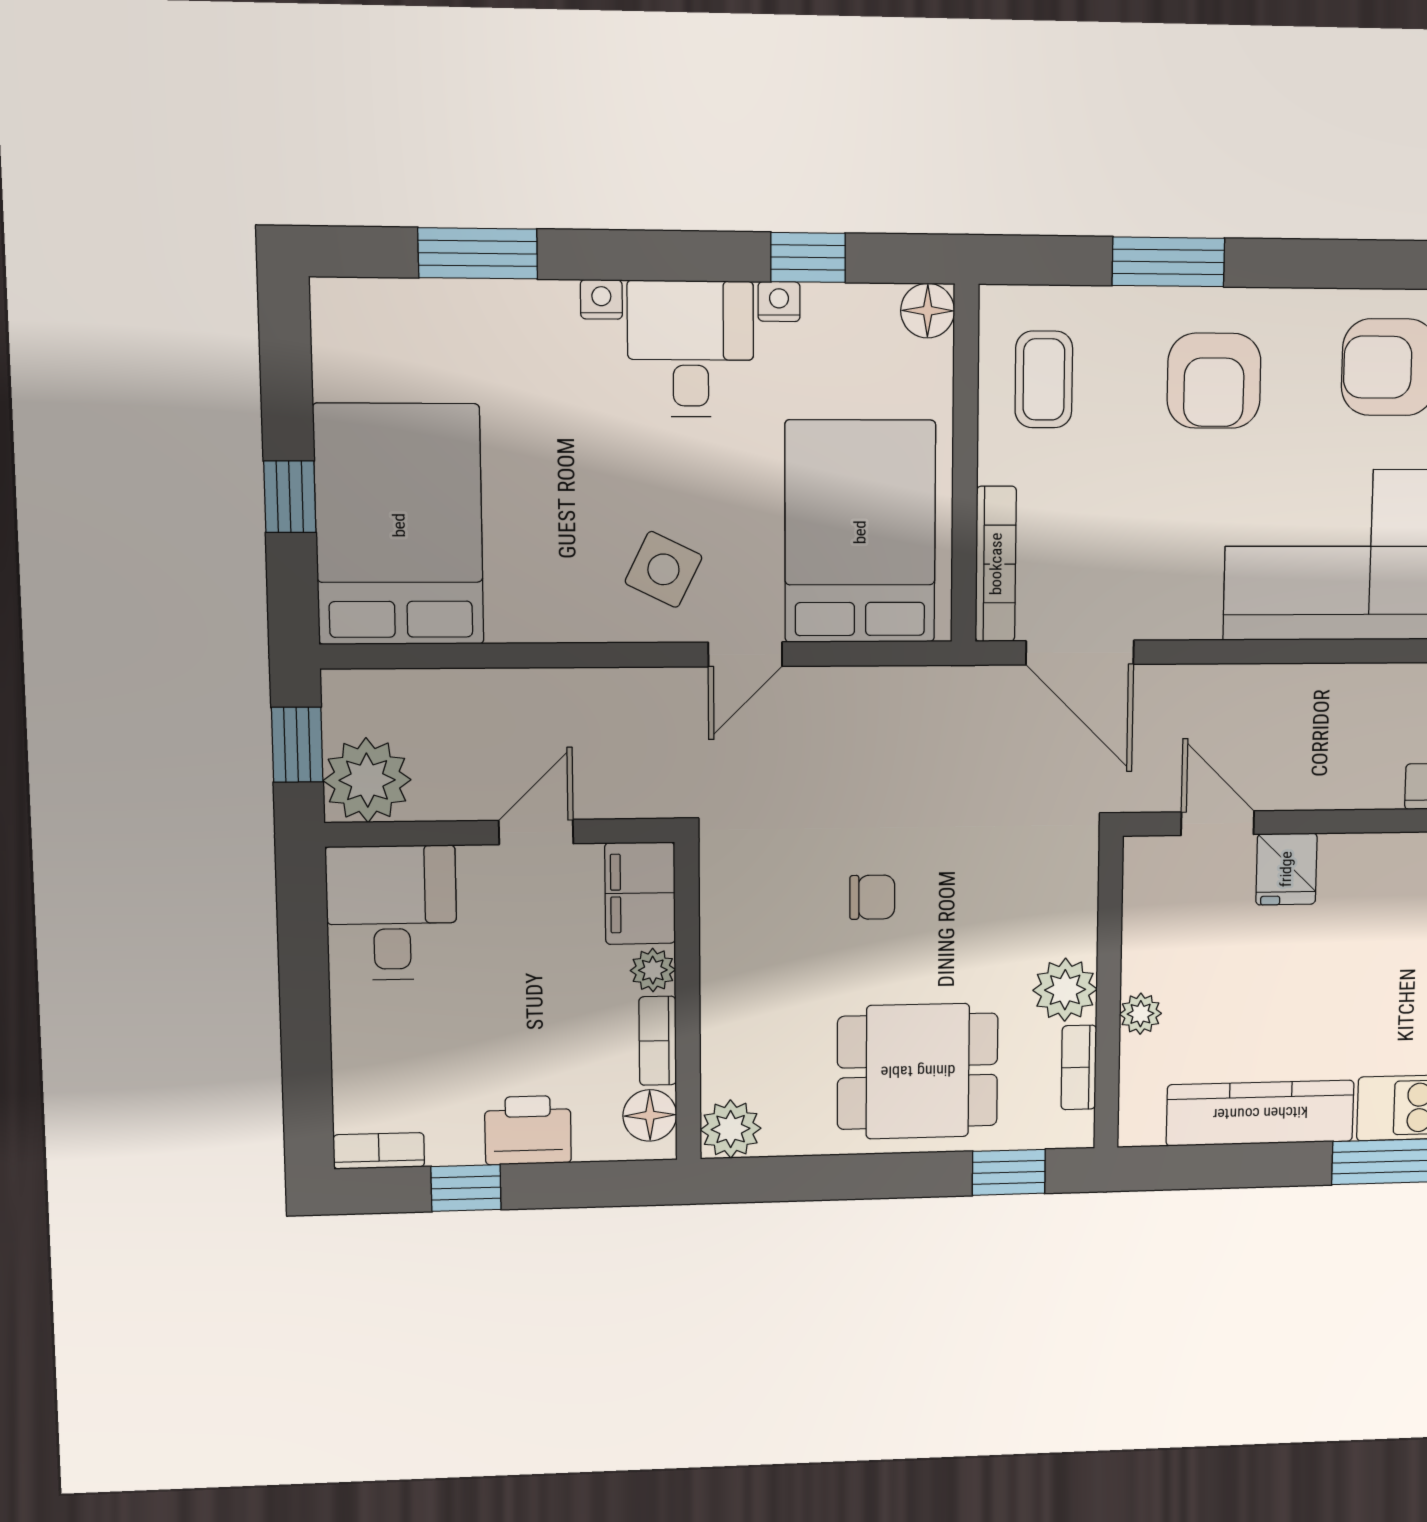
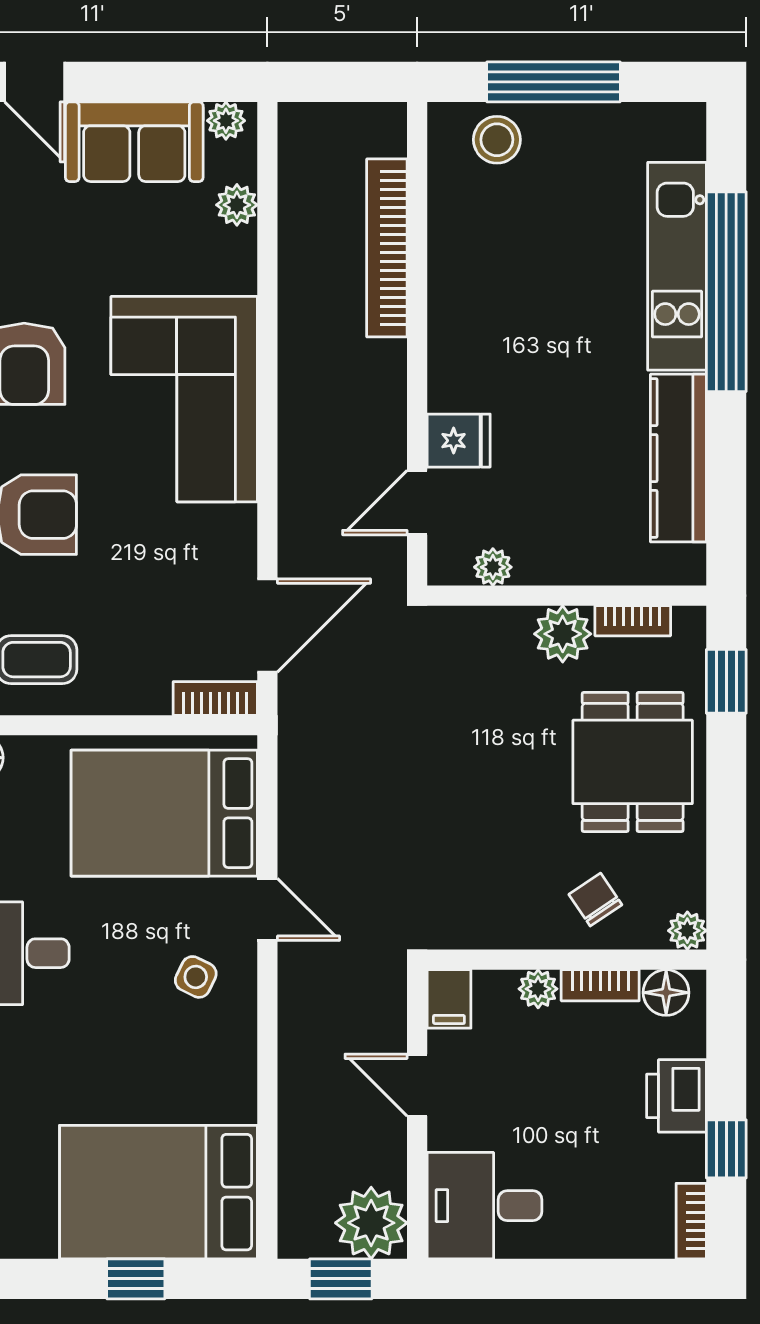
bookcase: (996, 564) -> (215, 698), width x0.64
side table: (663, 569) -> (196, 977), width x0.73, depth x0.73
filing cabinet: (640, 893) -> (449, 999), width x0.50
chair: (872, 897) -> (595, 900), moved, turned -34
plant: (1141, 1014) -> (493, 567), moved
plant: (731, 1129) -> (687, 931), width x0.73, depth x0.73

